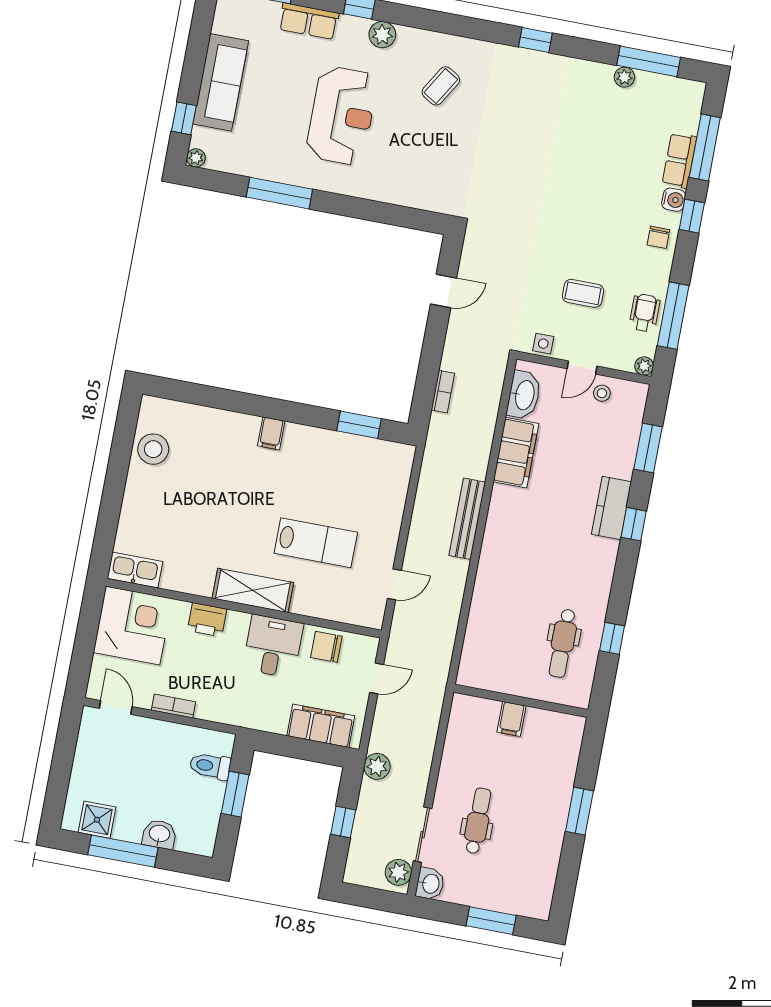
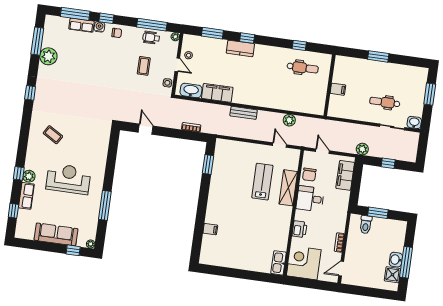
plant: (382, 35) -> (29, 176), moved
plant: (624, 77) -> (48, 56), width x1.88, depth x1.88
filing cabinet: (271, 433) -> (210, 229), moved
stool: (153, 449) -> (223, 257), removed
bench: (467, 519) -> (244, 113), width x0.73
shelving: (253, 590) -> (288, 188), moved
washbasin: (159, 834) -> (396, 260), moved
plant: (398, 872) -> (289, 120), moved

